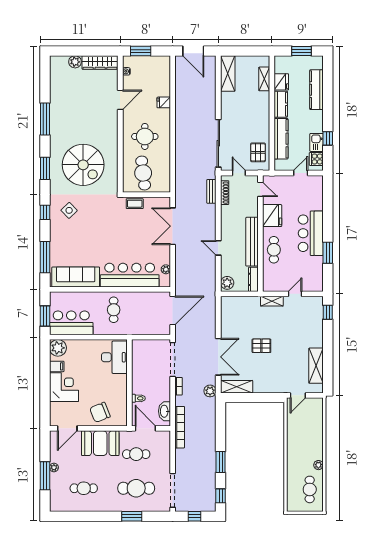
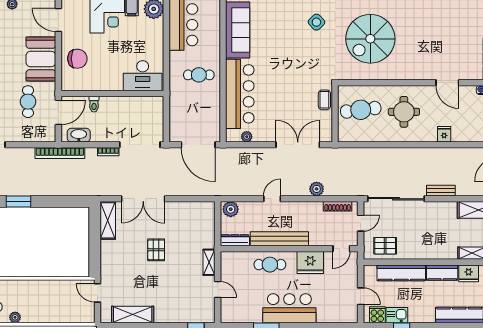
bench: (211, 191) -> (441, 191), moved
plant: (210, 391) -> (317, 189), moved
chair: (100, 412) -> (77, 59), turned 112

